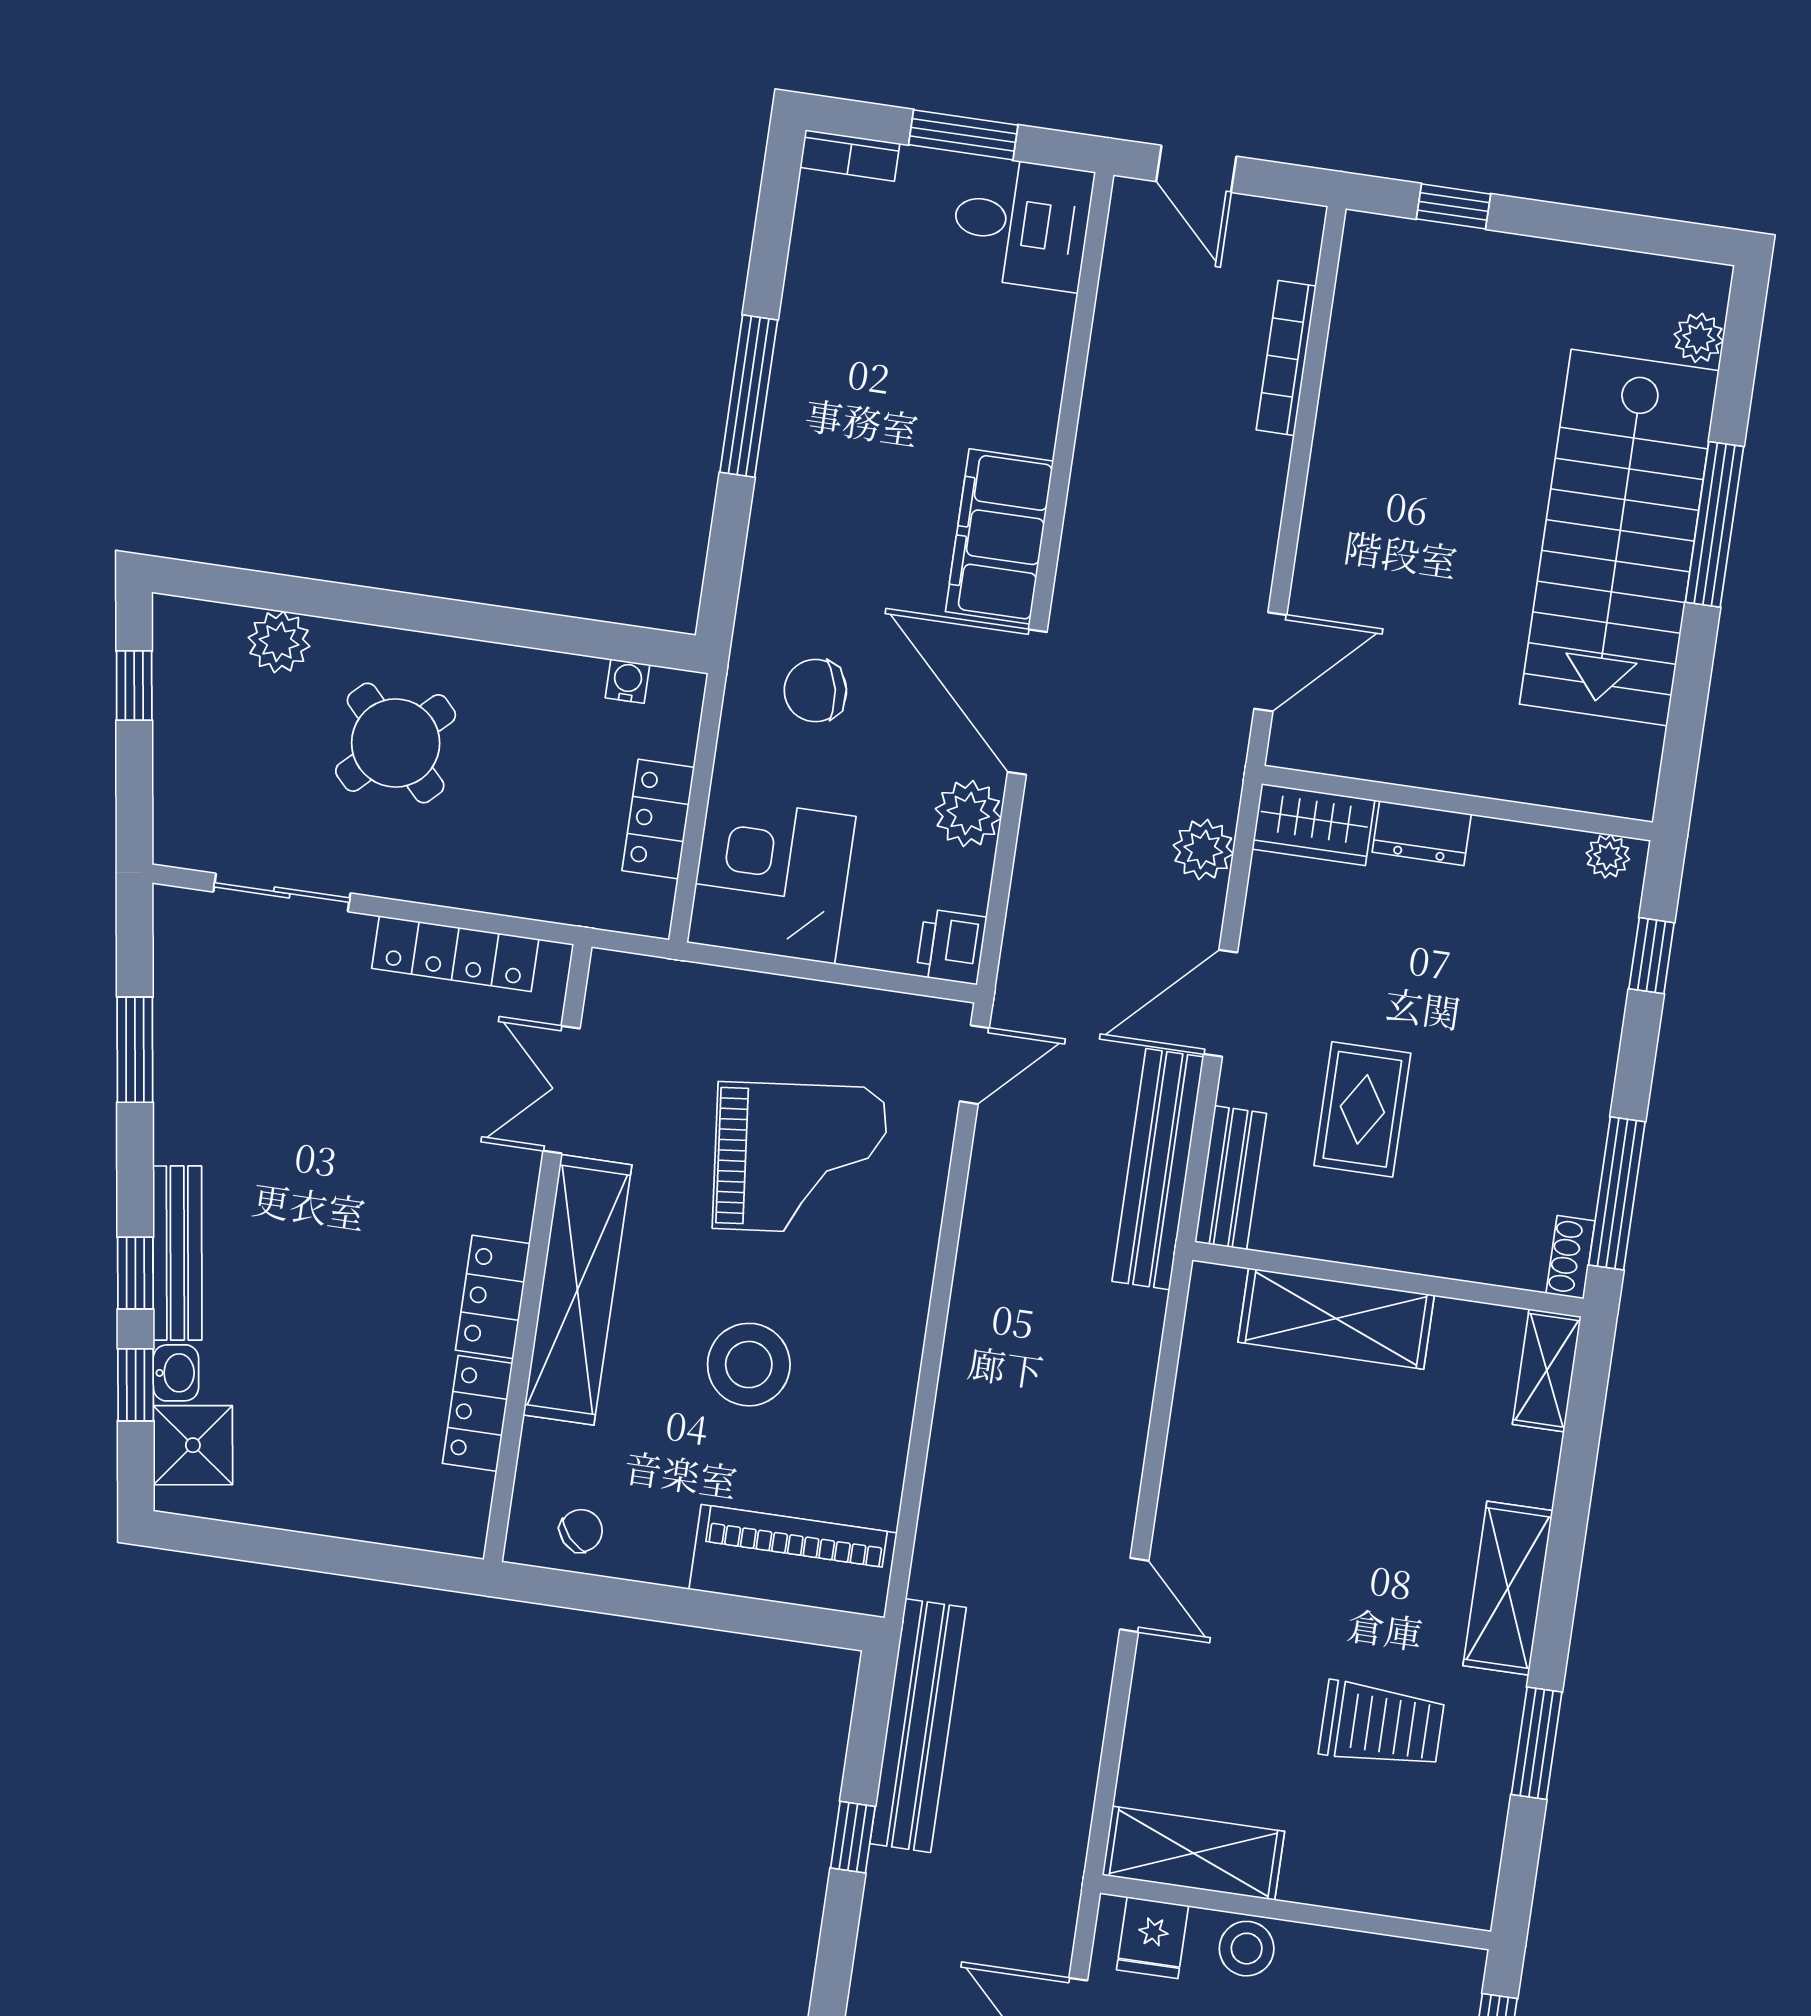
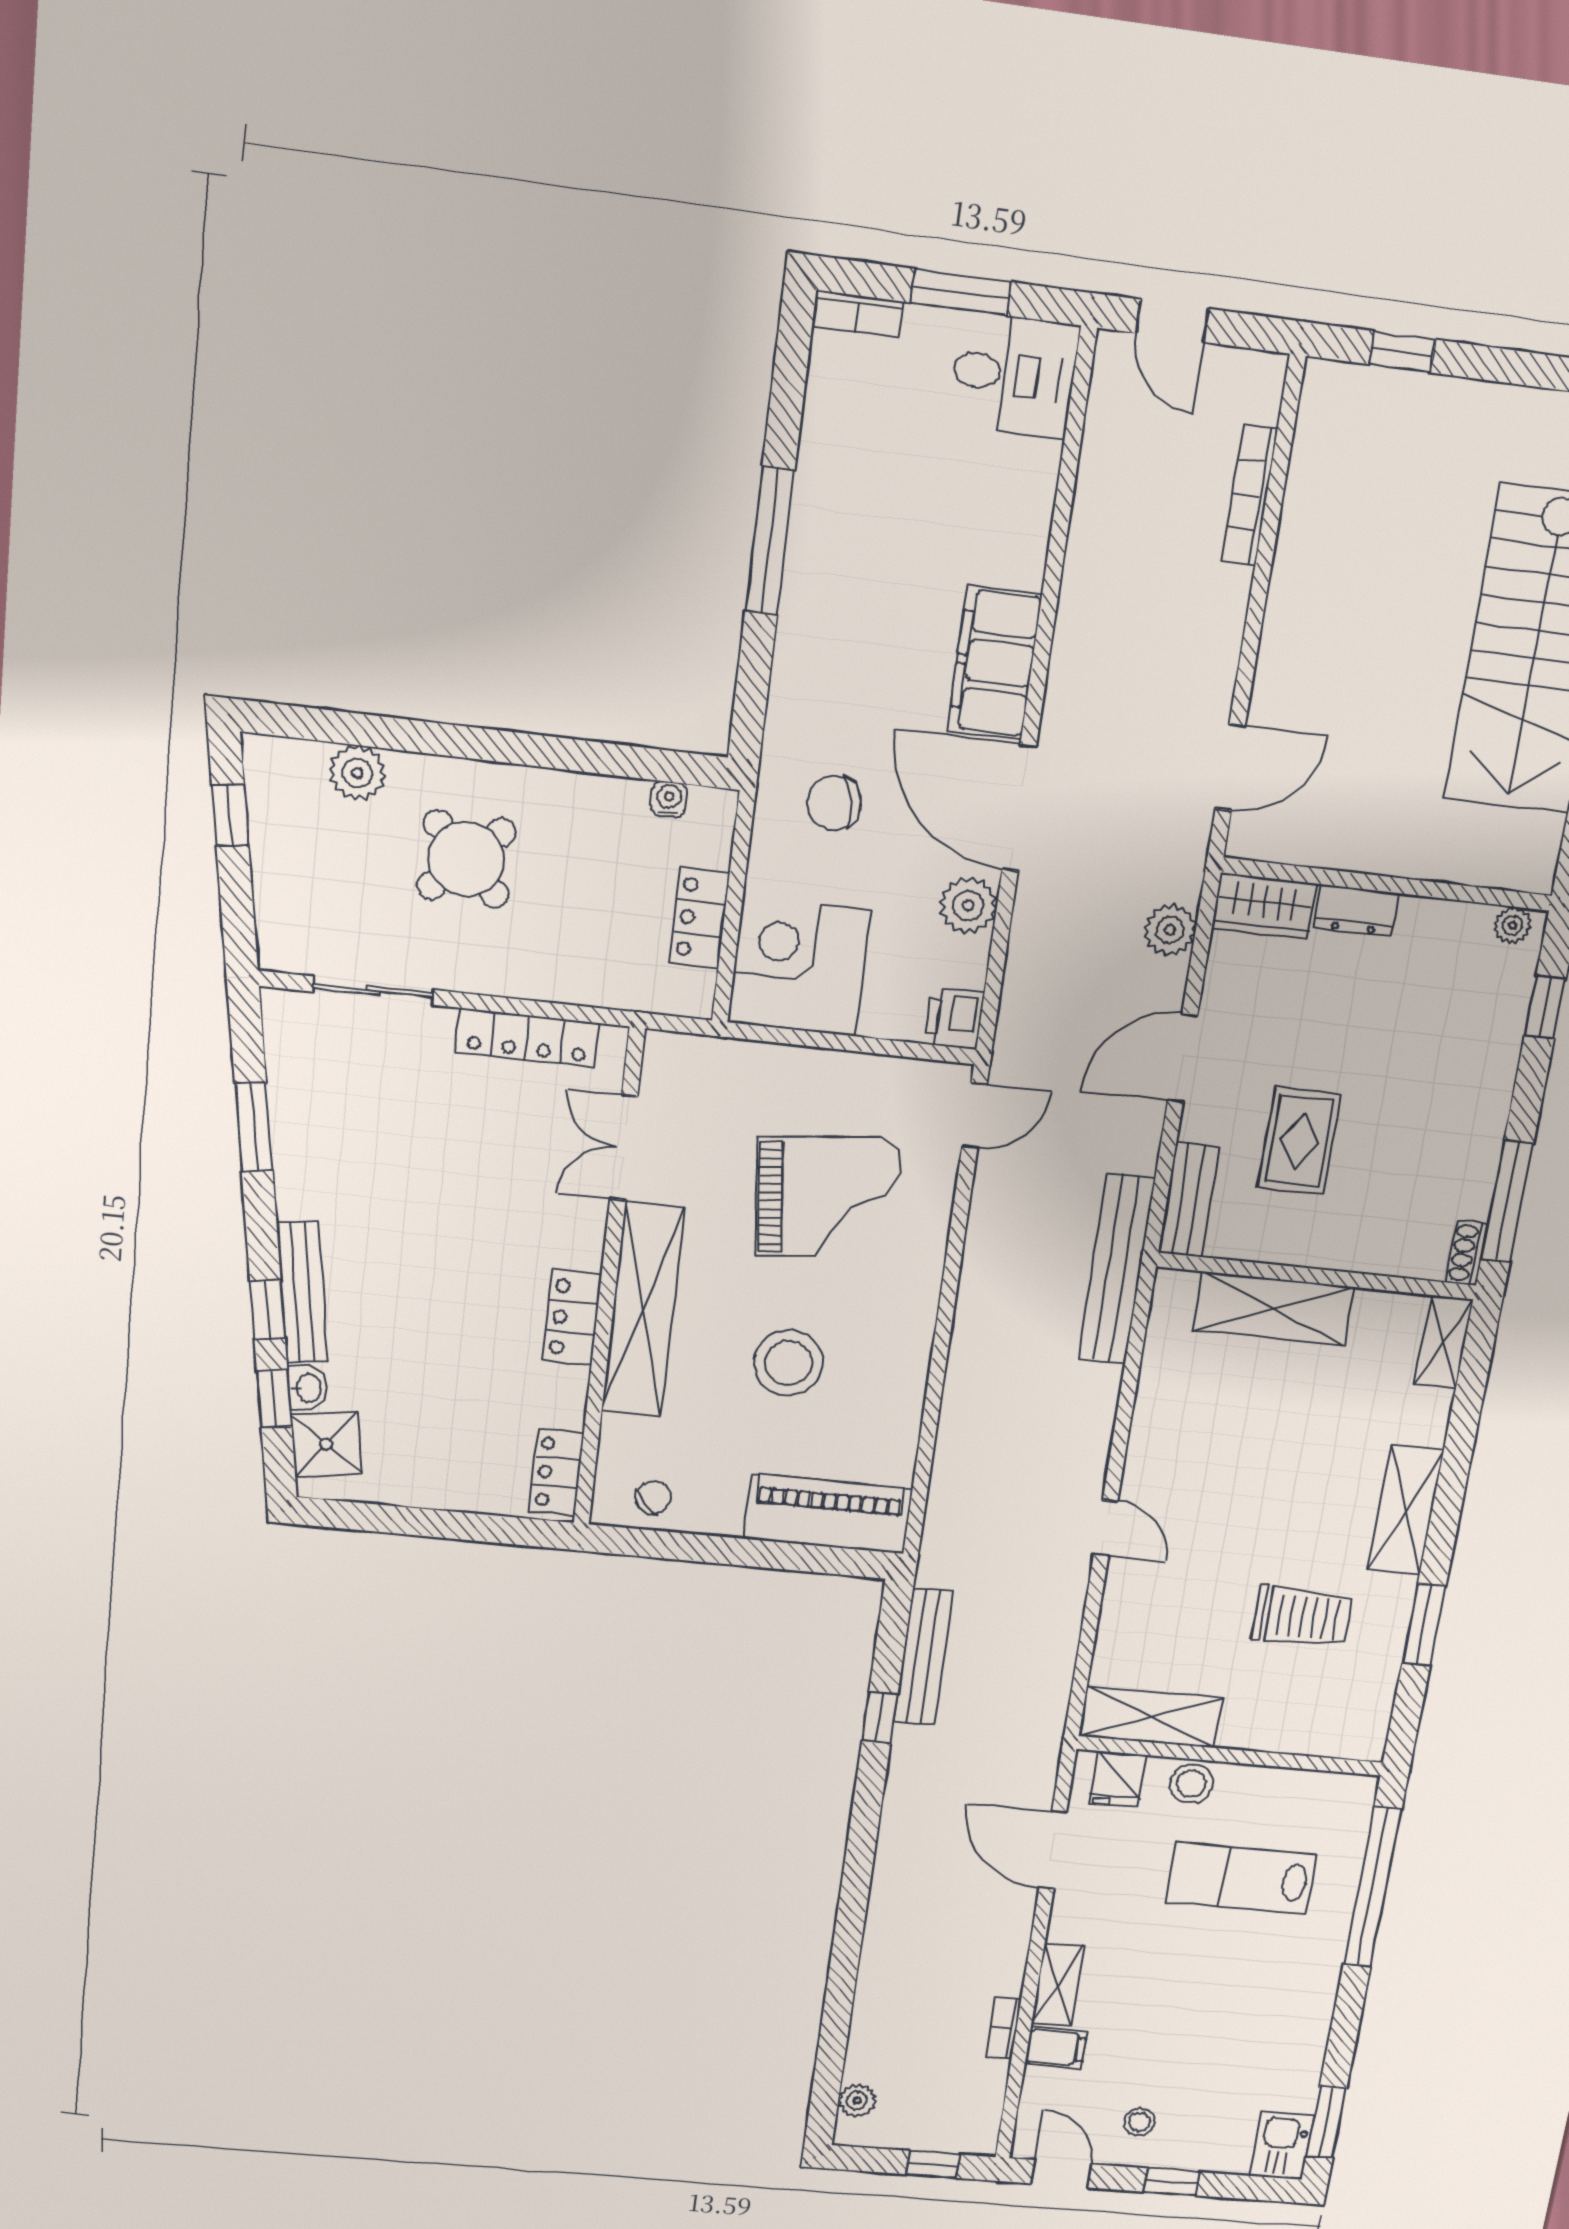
bench: (1158, 1169) -> (1116, 1269), moved
locker: (477, 1413) -> (557, 1472), moved
bench: (918, 1726) -> (923, 1657), width x0.73, depth x0.82

